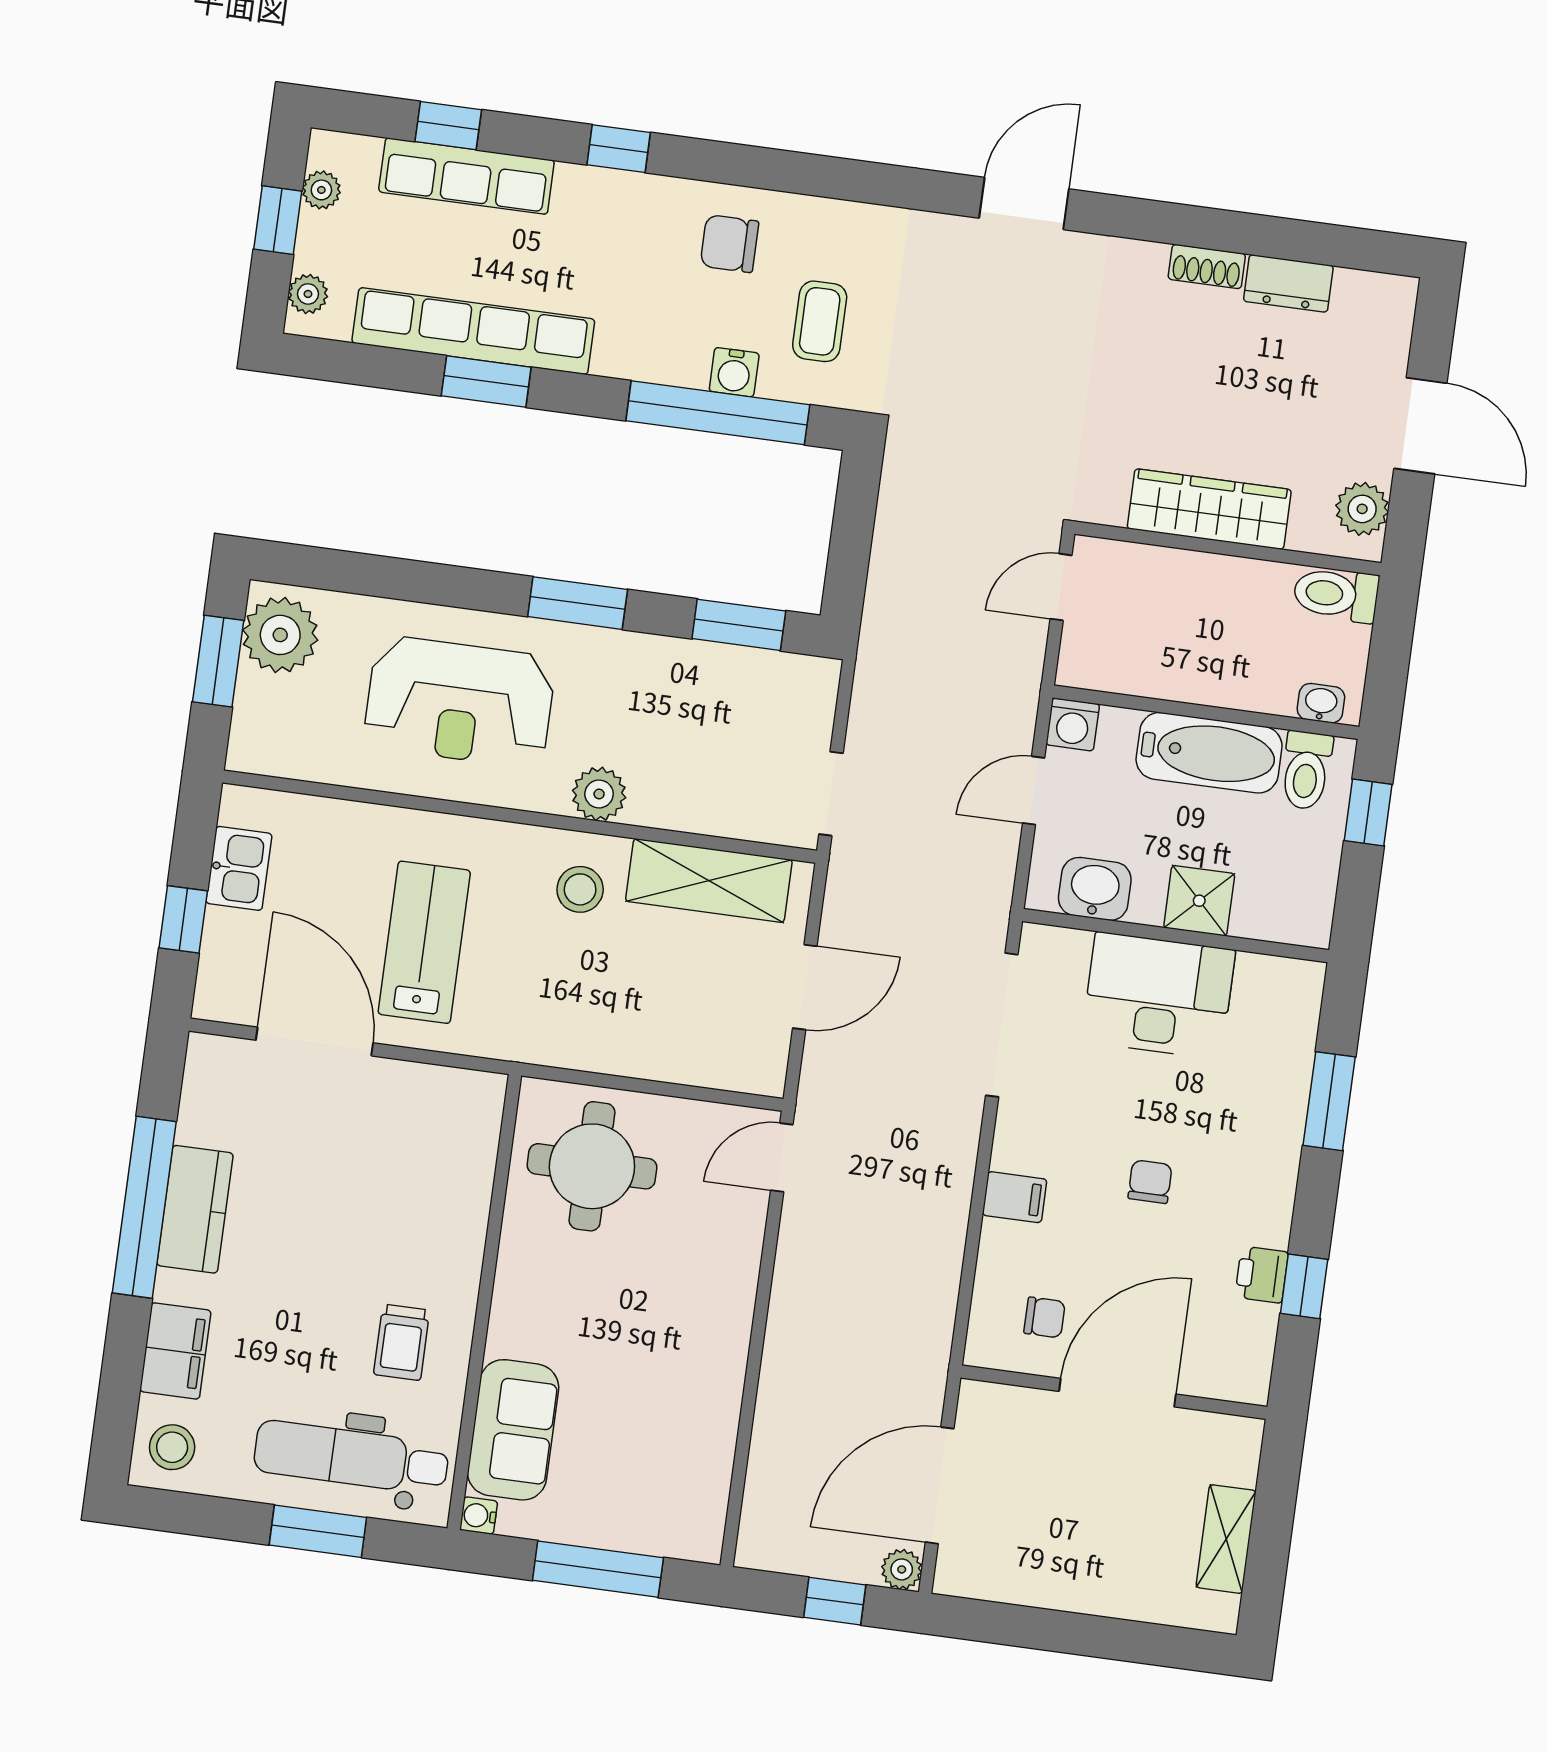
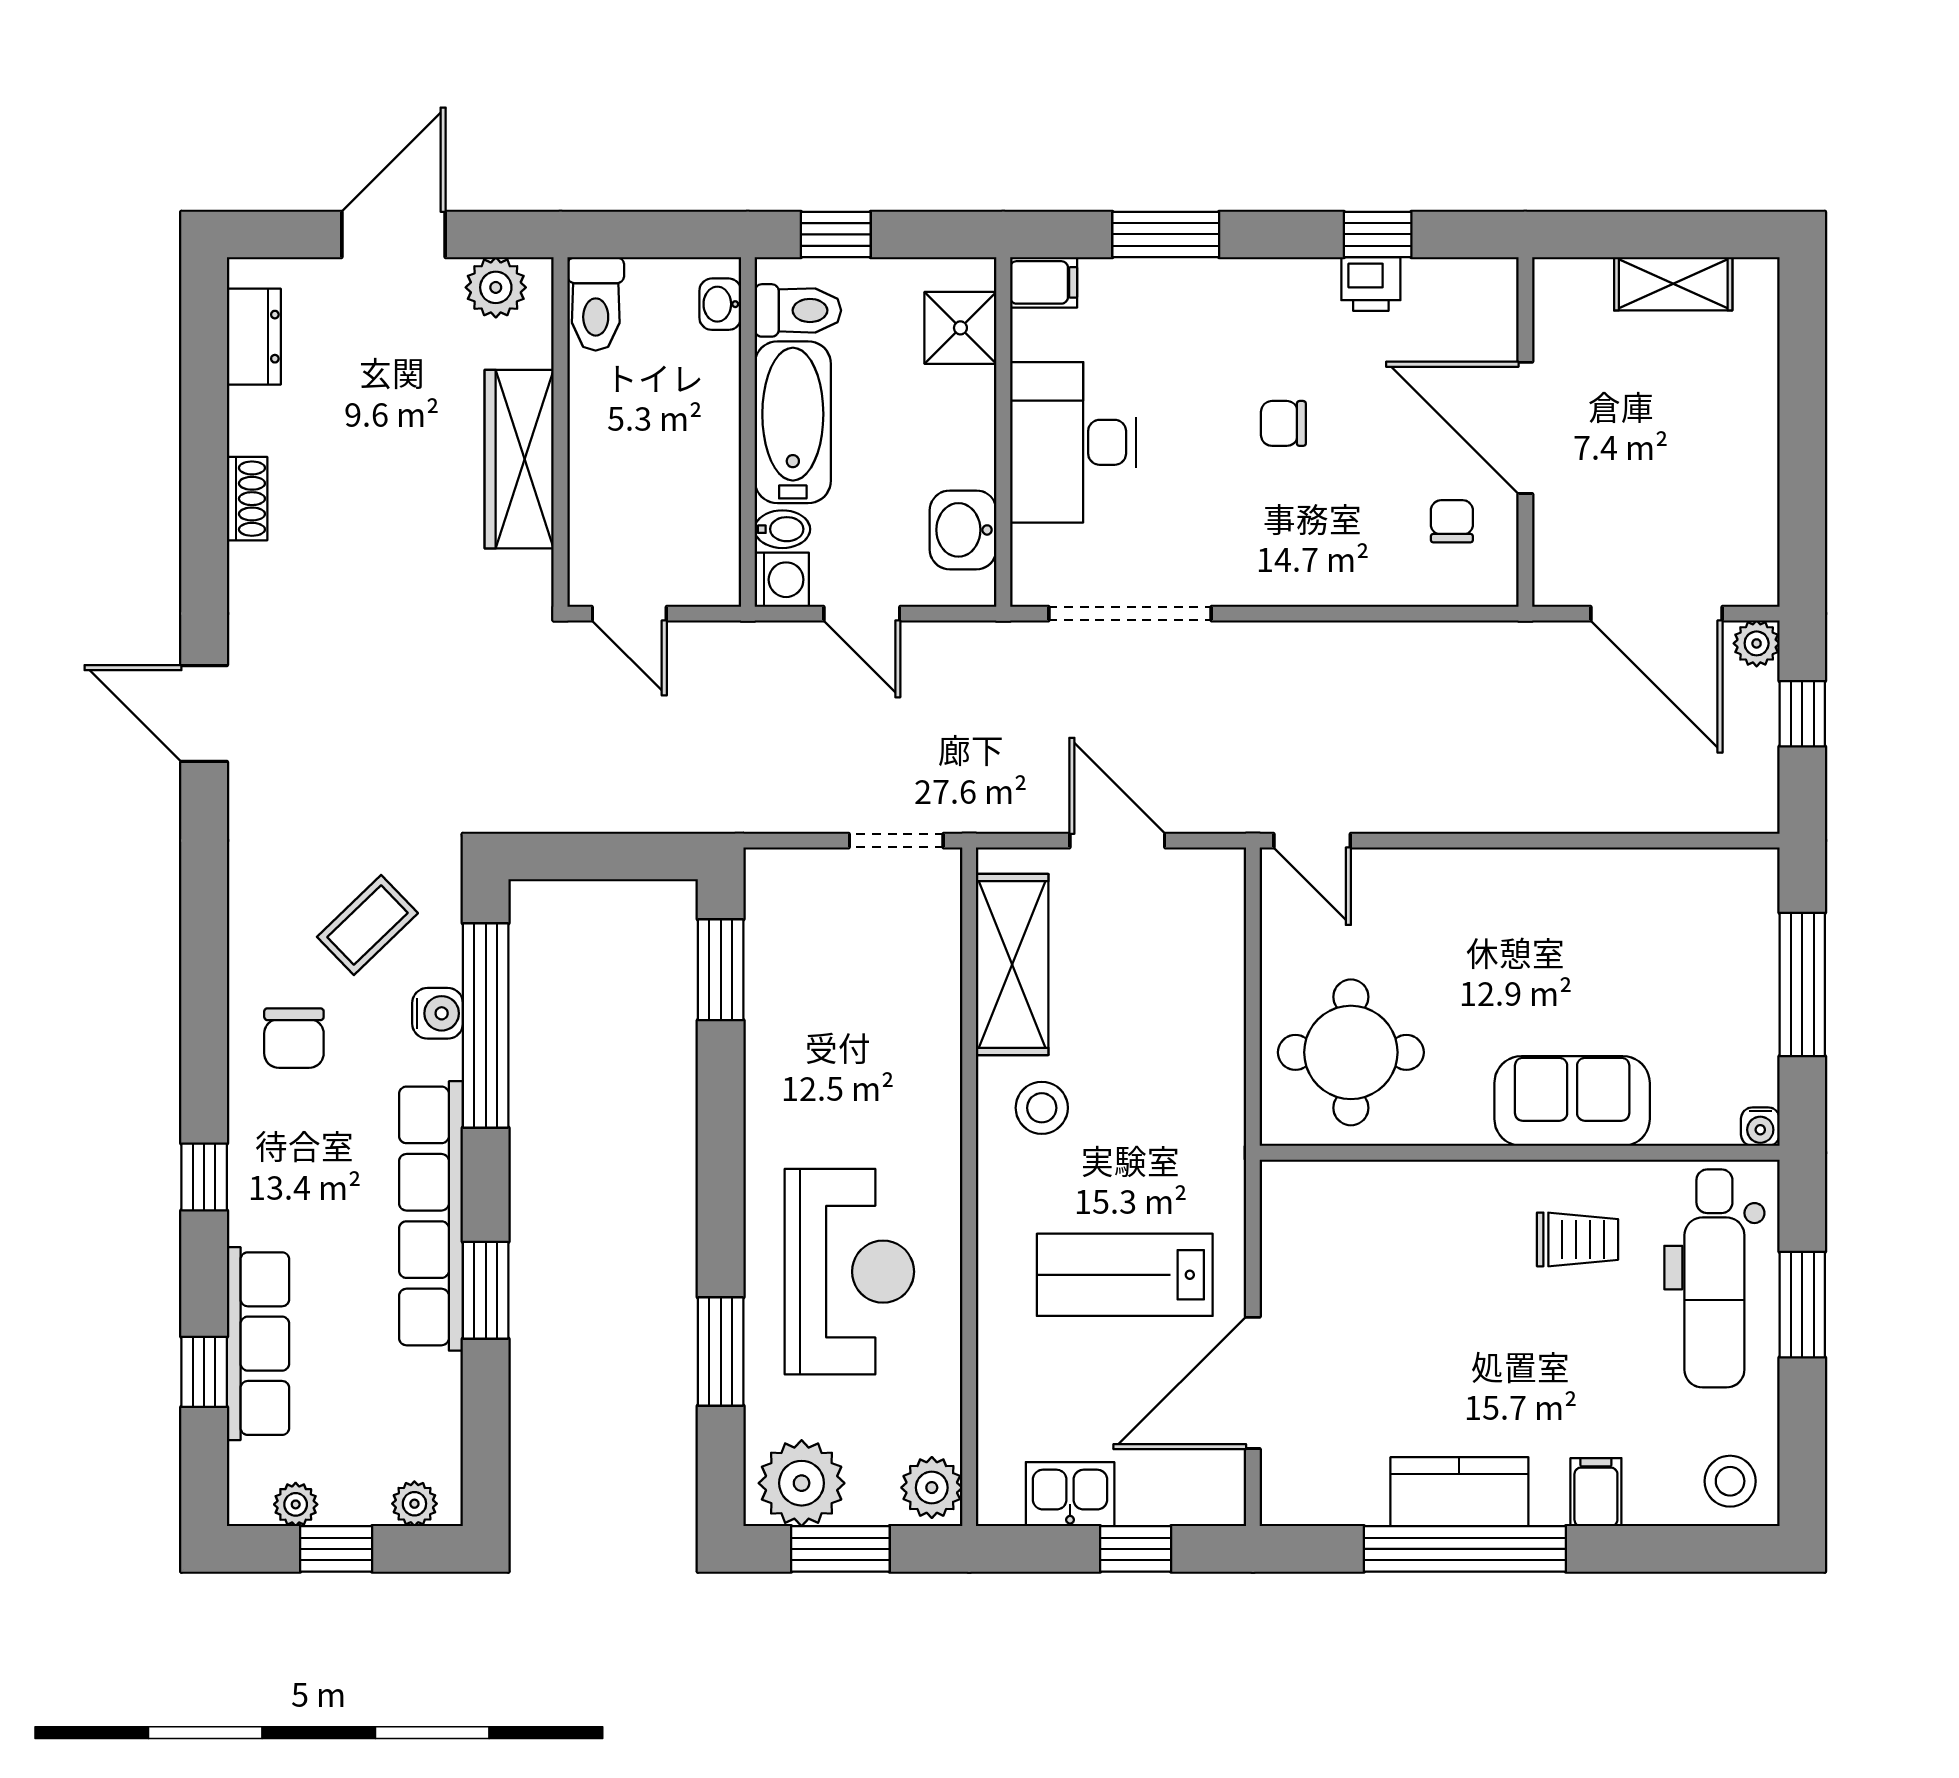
dresser: (1288, 283) -> (254, 337), moved
coffee table: (820, 321) -> (367, 925), turned -44
row of seats: (473, 331) -> (431, 1216), moved
window: (578, 603) -> (721, 1352), moved
bidet: (1117, 731) -> (782, 529), added
plant: (599, 794) -> (932, 1488), moved
shower: (1199, 901) -> (960, 328), moved
filing cabinet: (1015, 1197) -> (1044, 282), moved, turned 90
filing cabinet: (175, 1351) -> (1596, 1492), width x0.50
sofa: (513, 1430) -> (1572, 1101), moved

